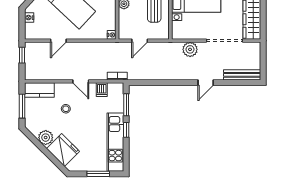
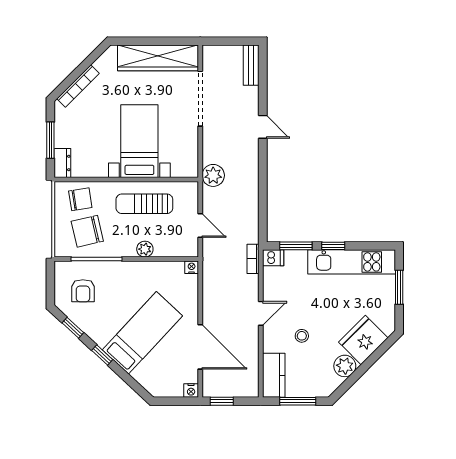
nightstand: (29, 18) -> (191, 391), moved
door: (58, 41) -> (200, 347), width x1.88
plant: (190, 49) -> (213, 175), moved
bench: (242, 75) -> (251, 65), width x0.73
dishwasher: (102, 90) -> (273, 258), moved

